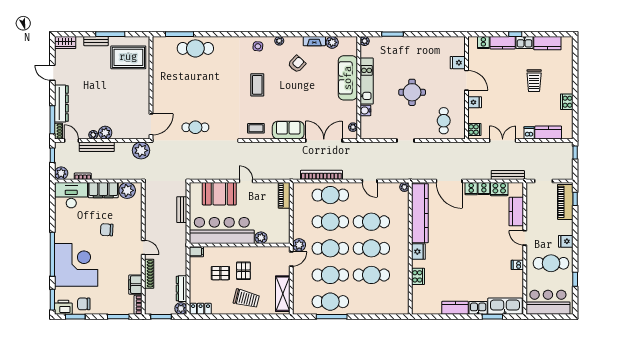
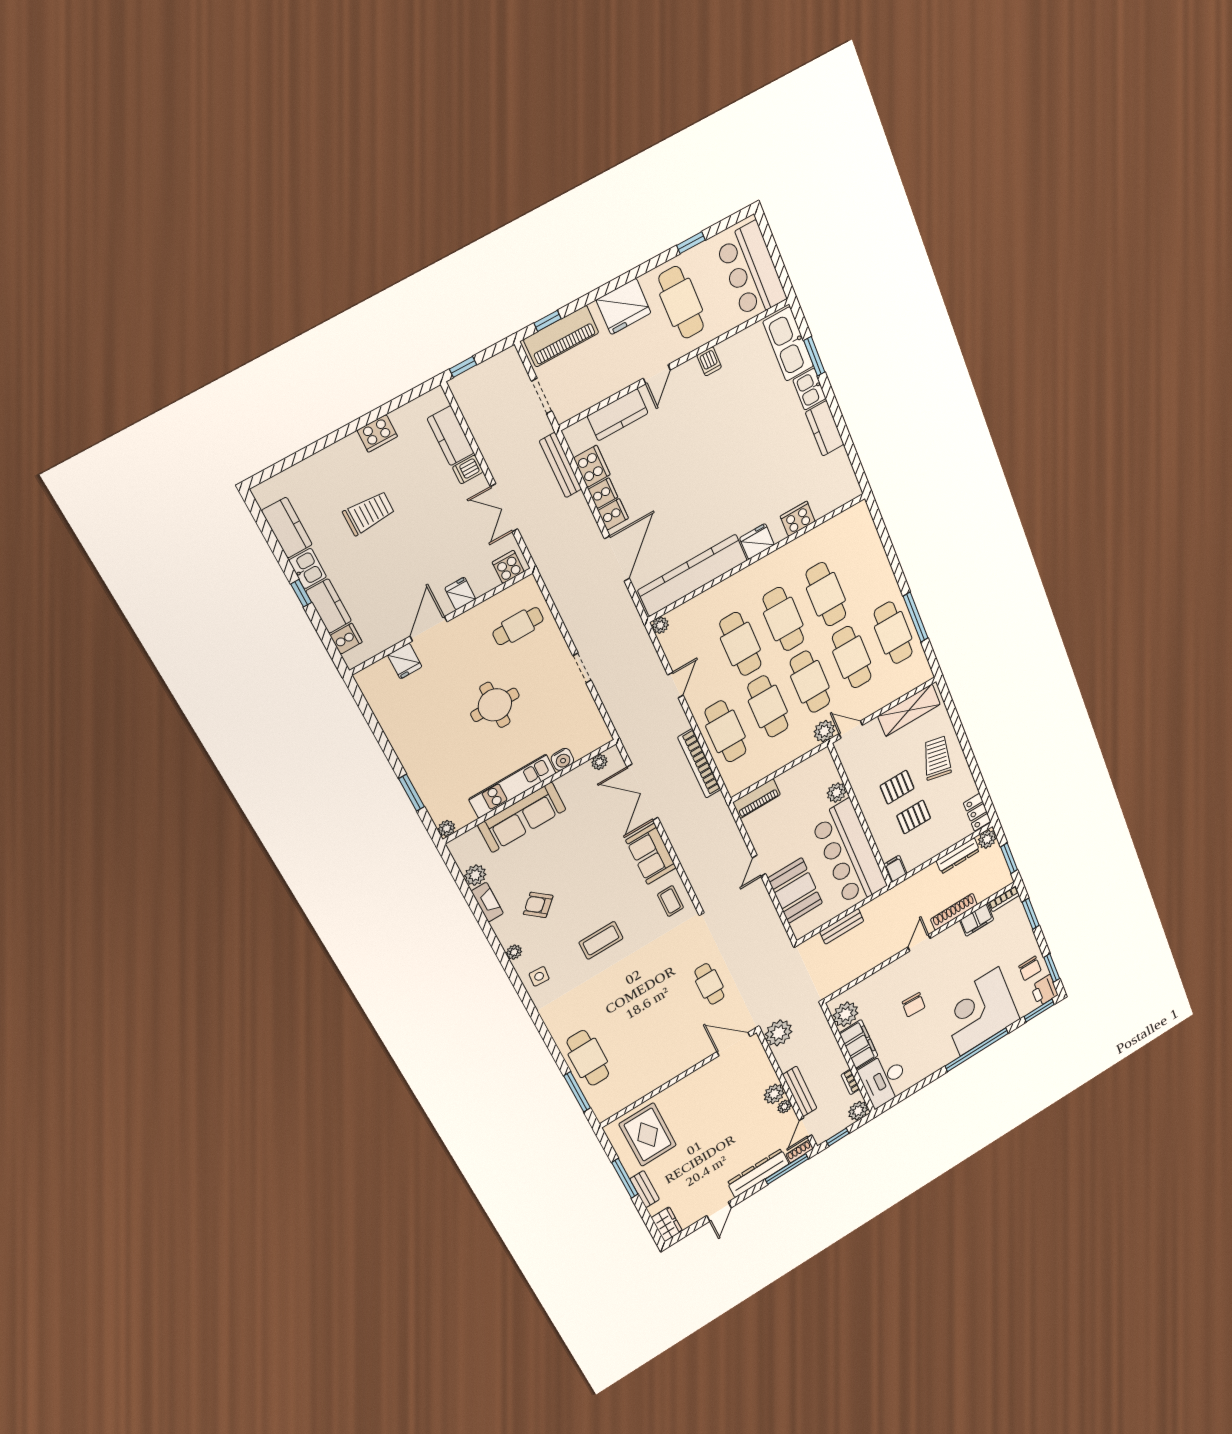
fridge: (566, 241) -> (624, 306), width x1.88, depth x1.34
pallet: (220, 273) -> (914, 817), turned 90

